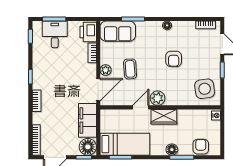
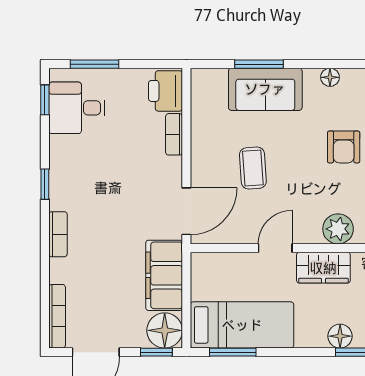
sofa: (118, 31) -> (265, 89), moved
desk: (55, 34) -> (77, 108), moved, turned -90
plant: (106, 70) -> (202, 170), removed
plant: (158, 98) -> (338, 229), moved

